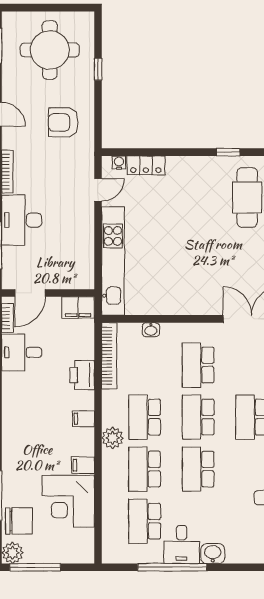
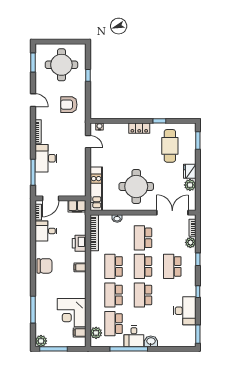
locker: (146, 165) -> (139, 128), moved
door: (98, 190) -> (88, 142), hinge flipped
kitchen unit: (113, 261) -> (96, 189), width x0.73
round table: (186, 272) -> (136, 186), added
plant: (113, 438) -> (96, 333), moved
filing cabinet: (83, 465) -> (80, 333), moved
chair: (19, 521) -> (45, 266), moved

